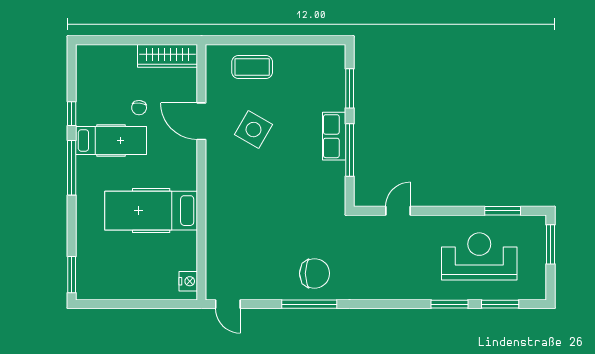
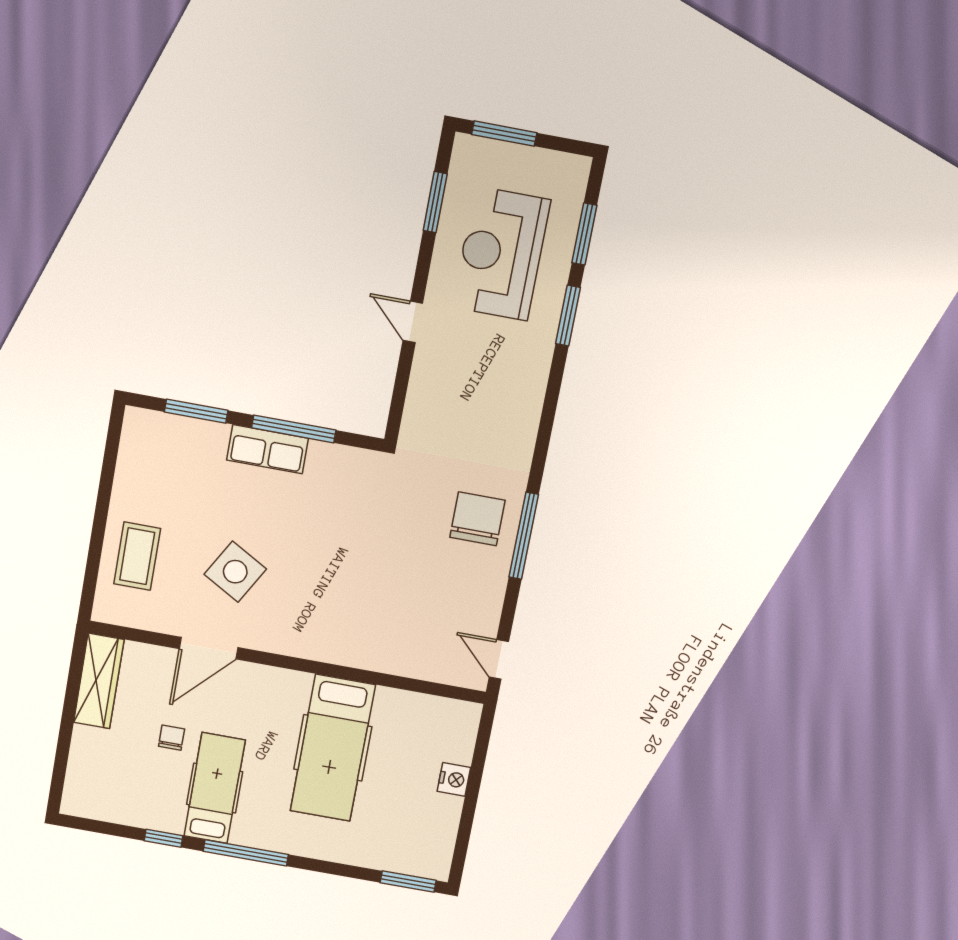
chair: (139, 108) -> (172, 738), turned -95
door: (398, 211) -> (413, 322), moved
nightstand: (188, 281) -> (454, 779), moved, turned 90
door: (228, 304) -> (499, 659), swing flipped

